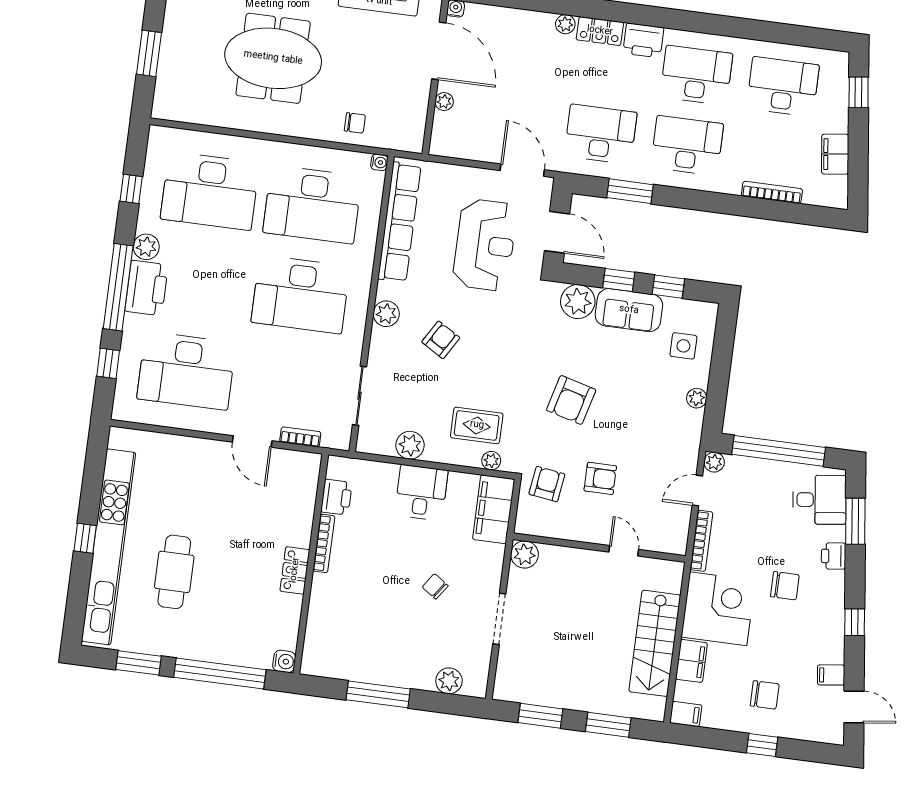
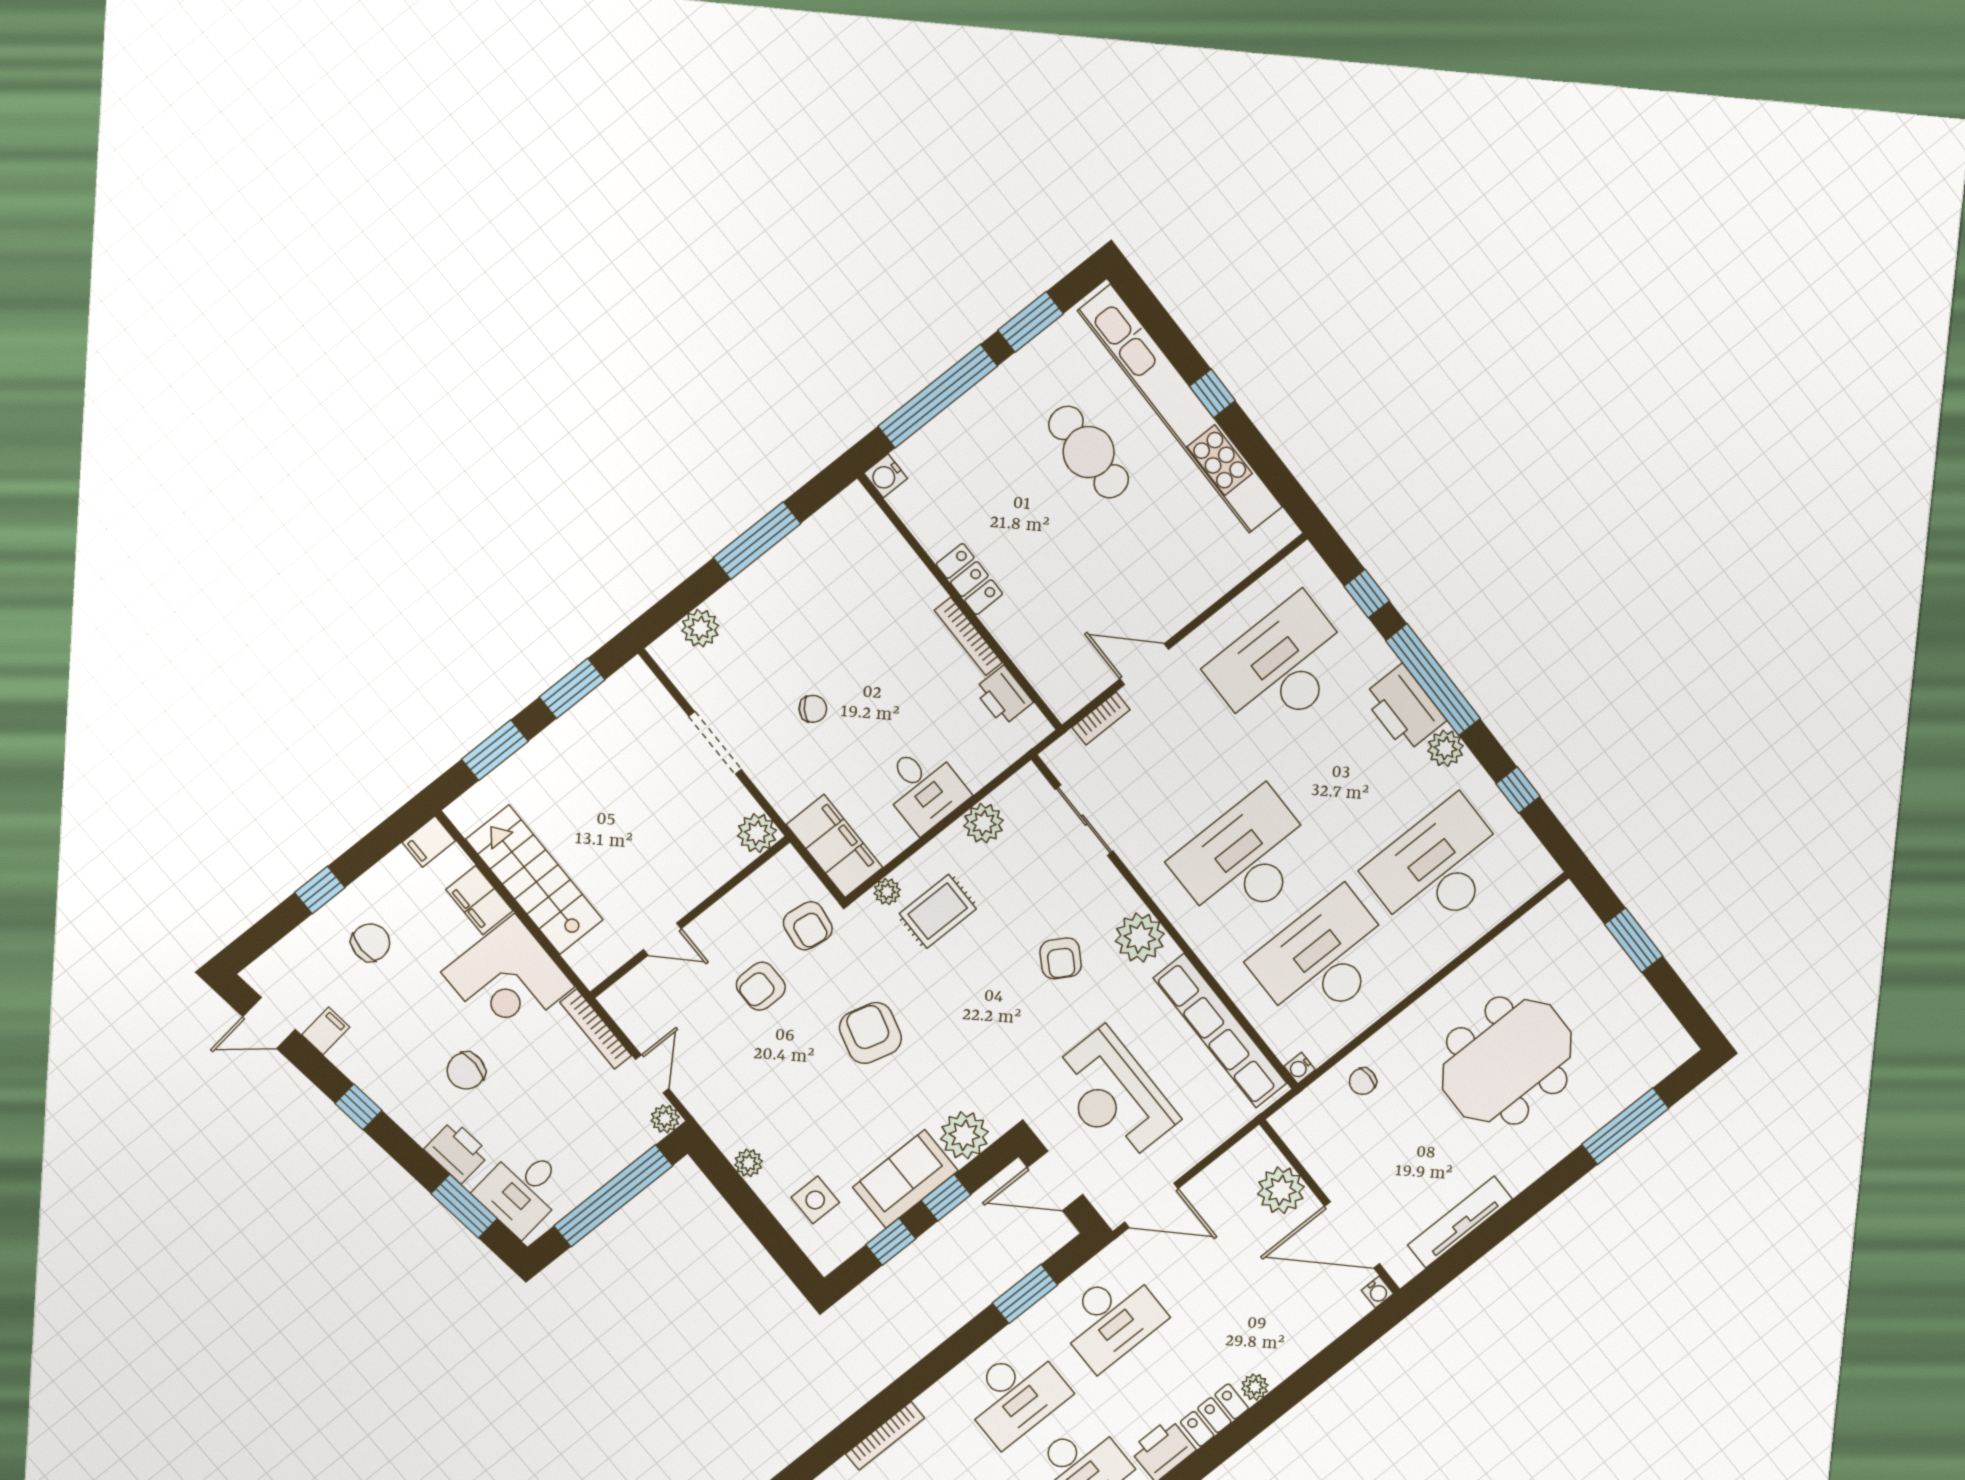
plant: (444, 102) -> (1281, 1190), width x1.88, depth x1.88
plant: (386, 314) -> (1140, 938), width x1.36, depth x1.36
printer: (833, 556) -> (457, 1152), width x1.36, depth x1.24
chair: (765, 695) -> (371, 942), turned 180

